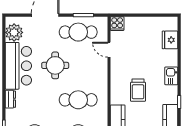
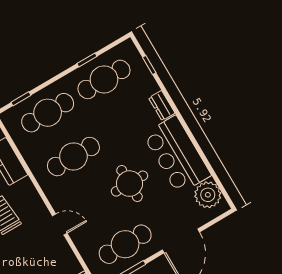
door: (109, 50) -> (60, 224), moved

